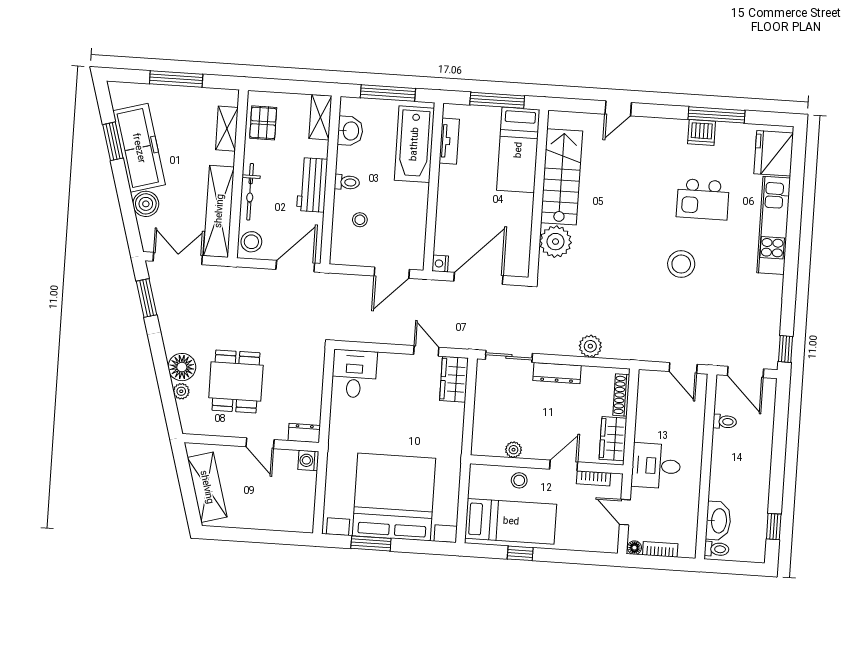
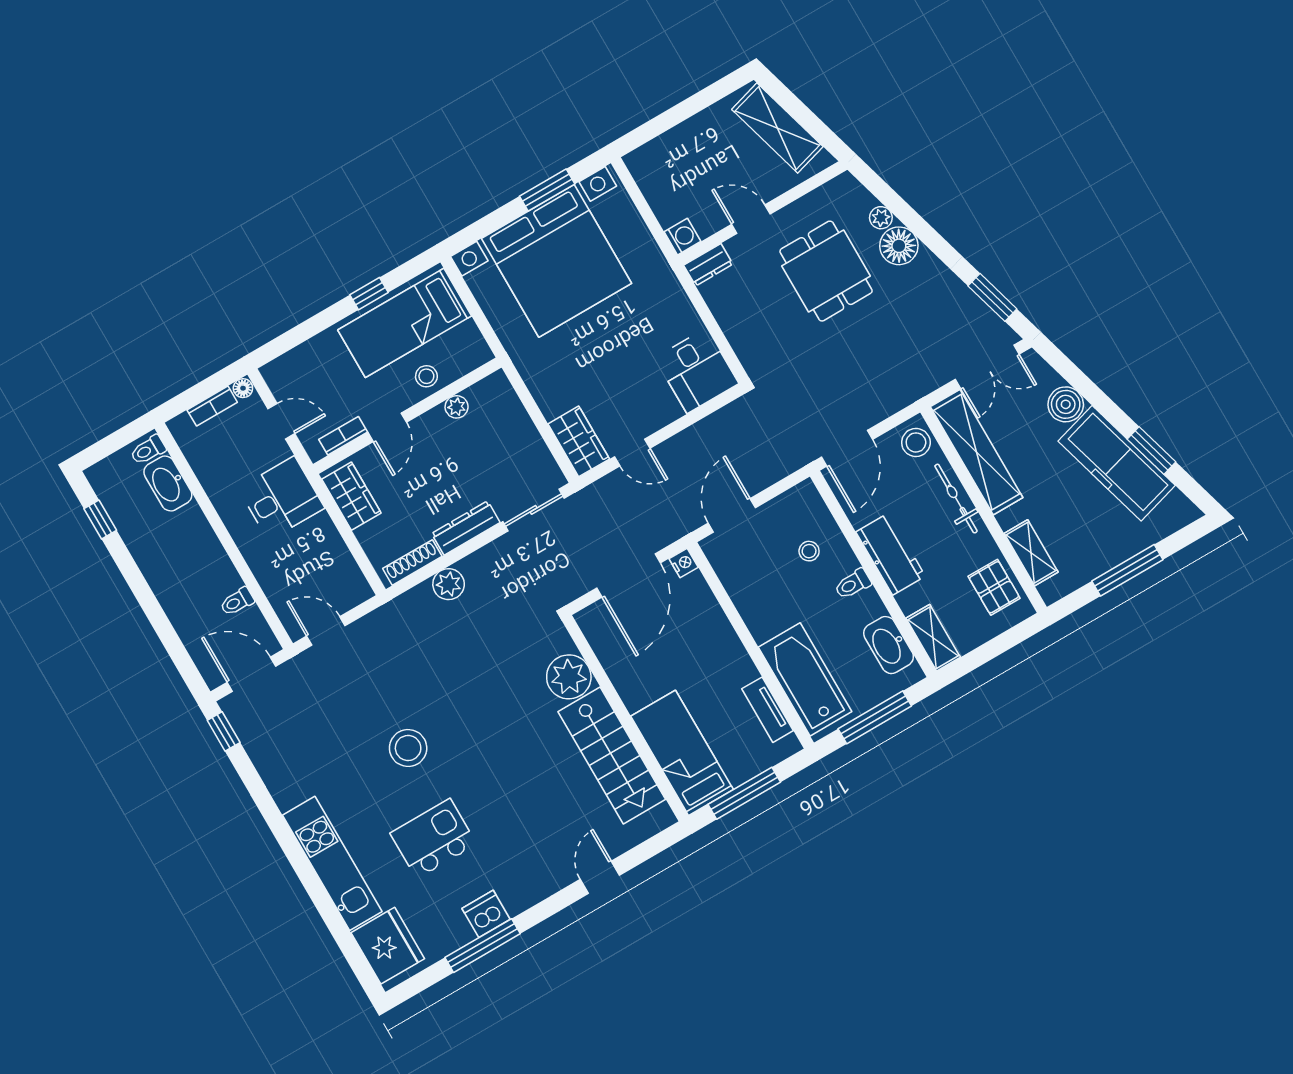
washbasin: (350, 131) -> (889, 645), width x1.38
shoe rack: (621, 395) -> (412, 562), moved, turned -90

